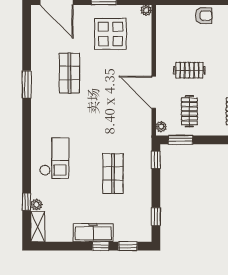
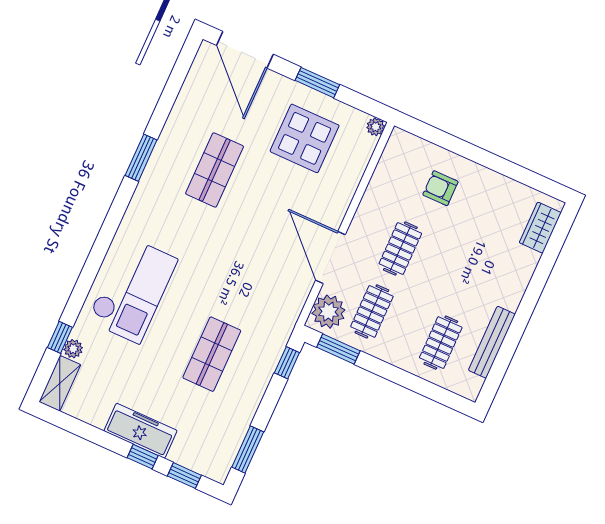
armchair: (204, 16) -> (440, 188), moved, turned 180
clothes rail: (189, 70) -> (400, 249), turned 90
plant: (161, 127) -> (328, 312), width x1.88, depth x1.88
checkout: (54, 158) -> (132, 290), width x1.36, depth x1.21
window: (156, 217) -> (248, 450), width x1.50

